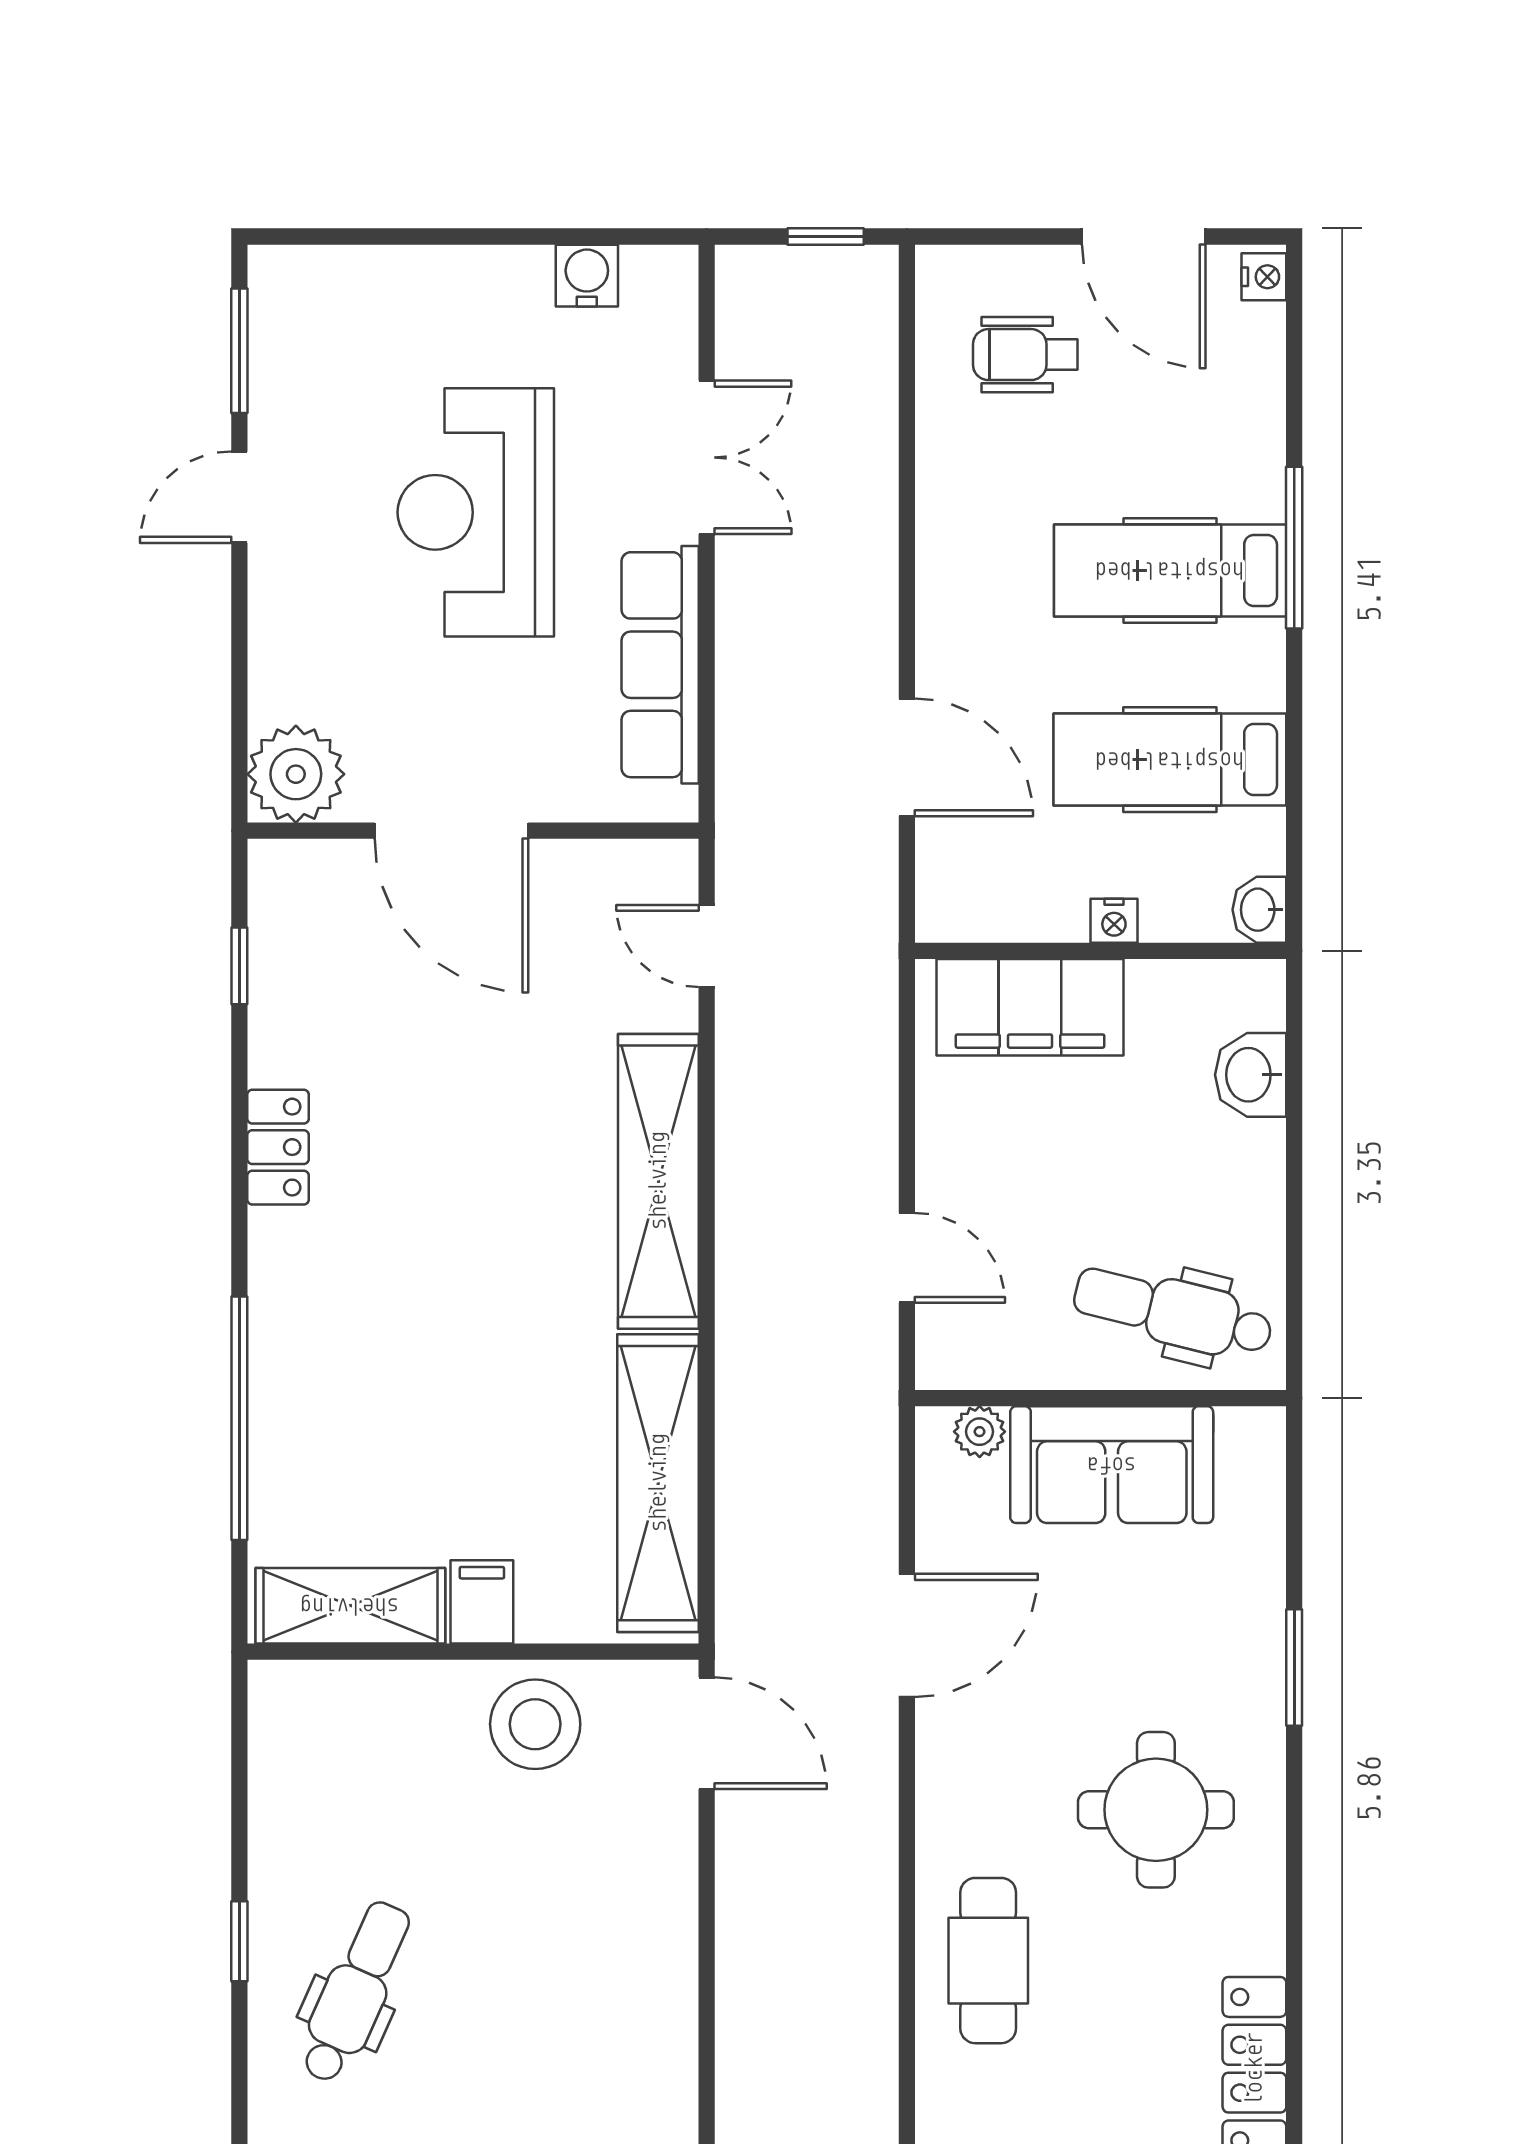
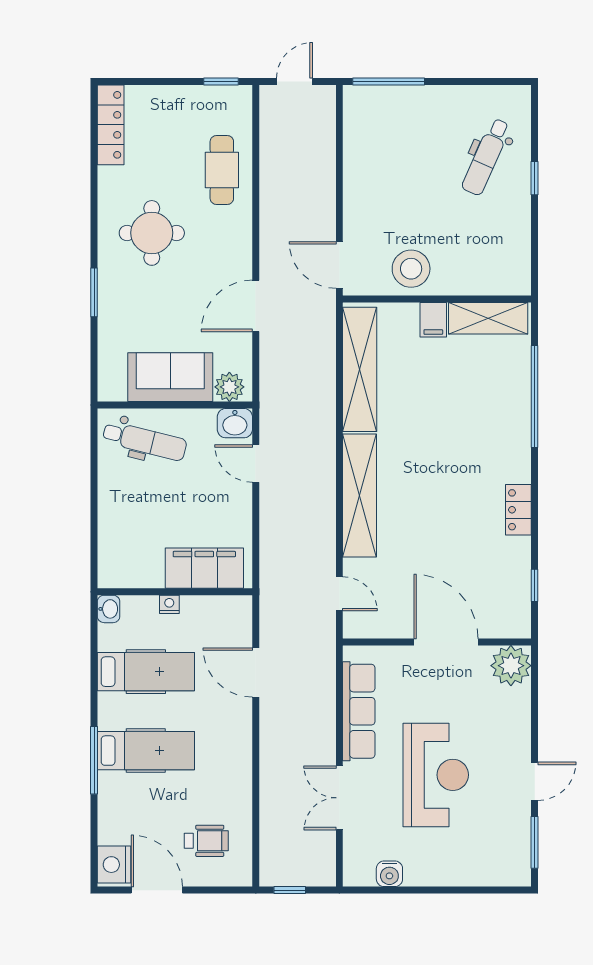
nightstand: (1264, 277) -> (114, 865), width x1.89, depth x1.79
washbasin: (1251, 1075) -> (235, 423), moved, turned 90
plant: (980, 1432) -> (229, 387), width x1.38, depth x1.38

